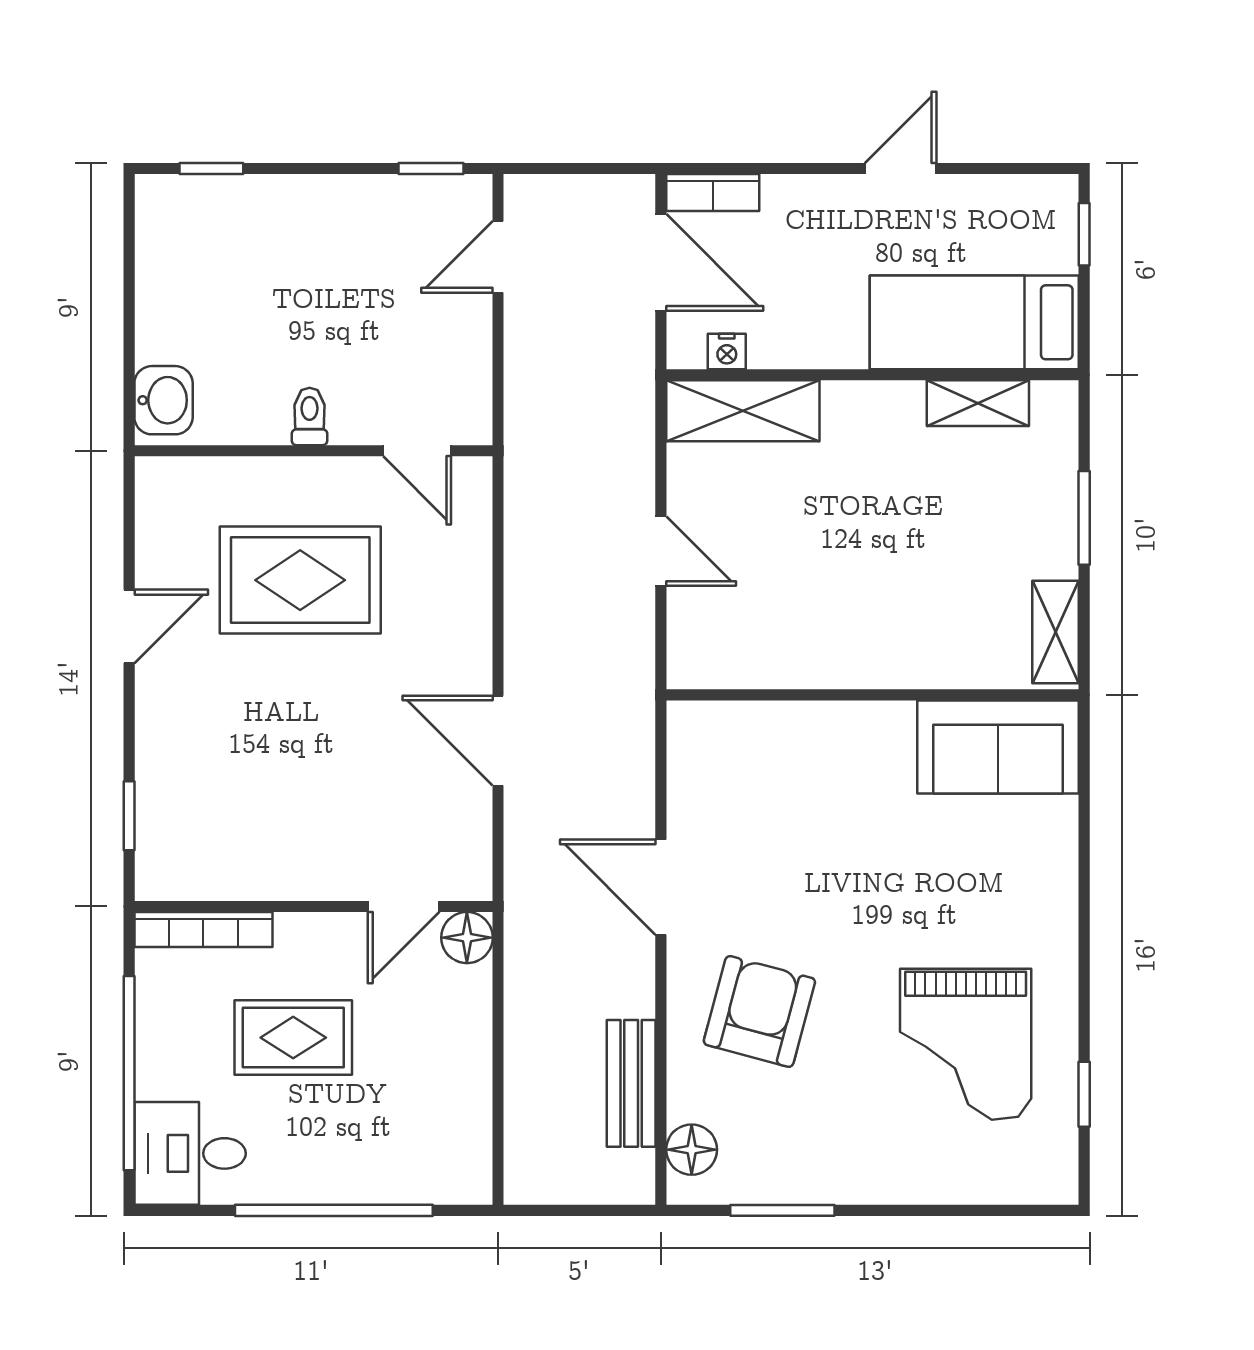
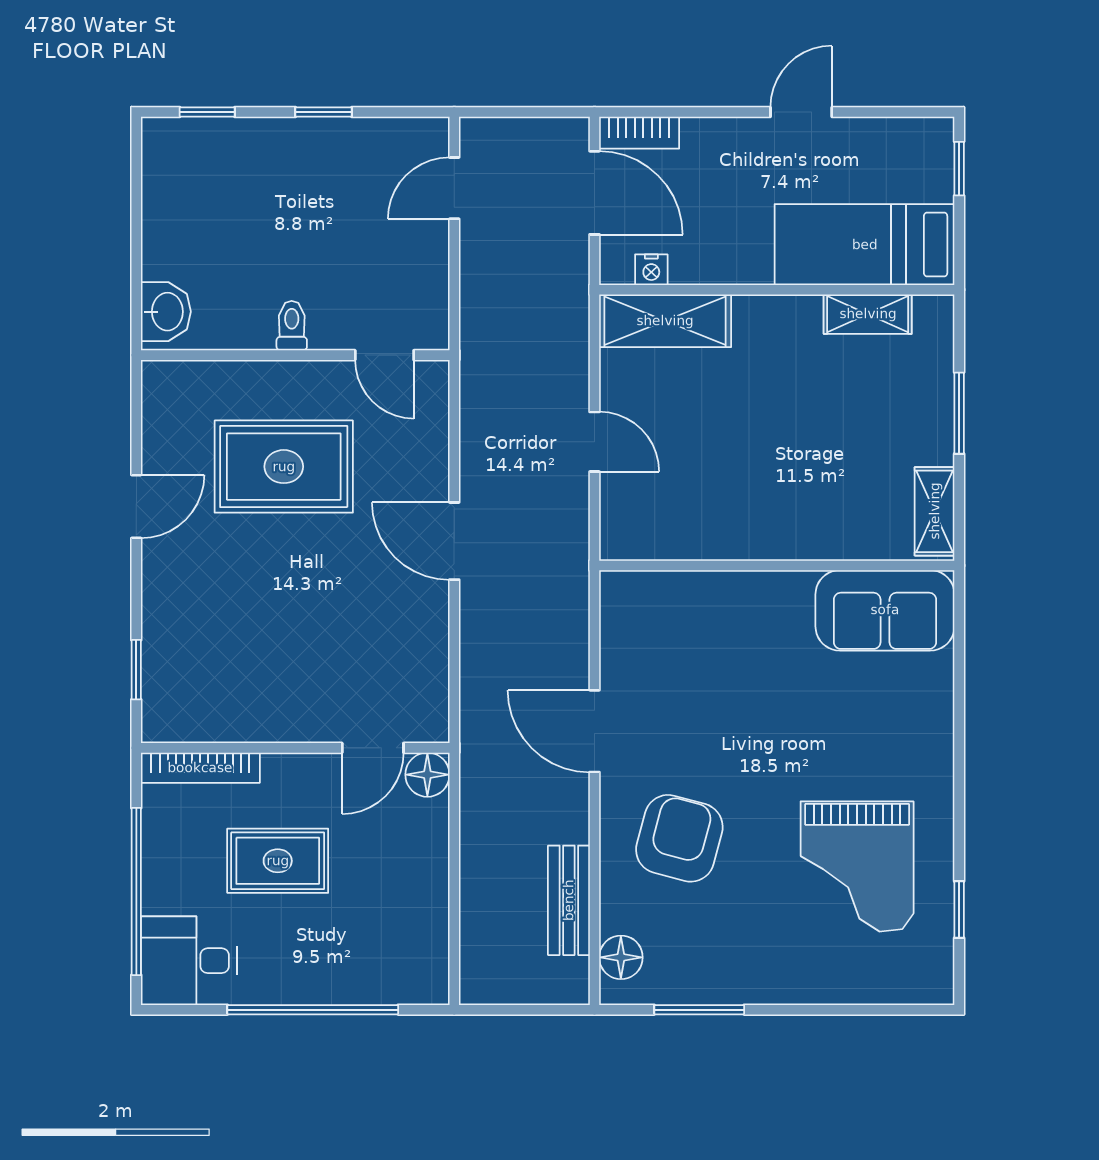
window: (431, 169) -> (324, 112), moved
door: (498, 741) -> (454, 541), moved

